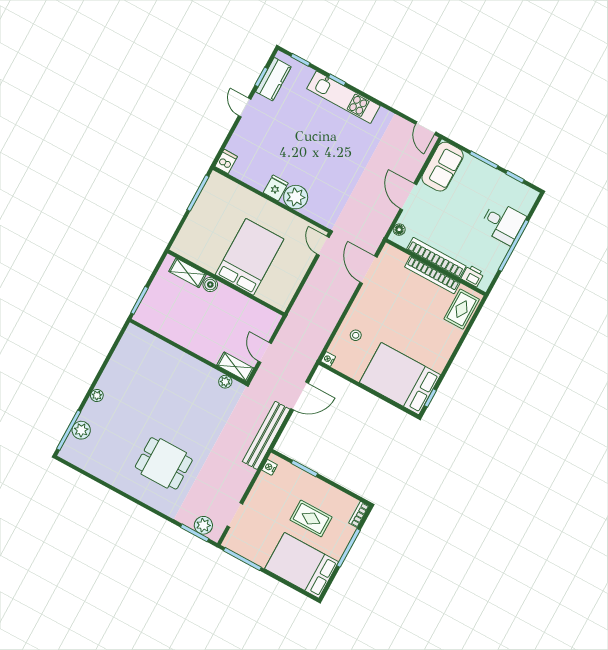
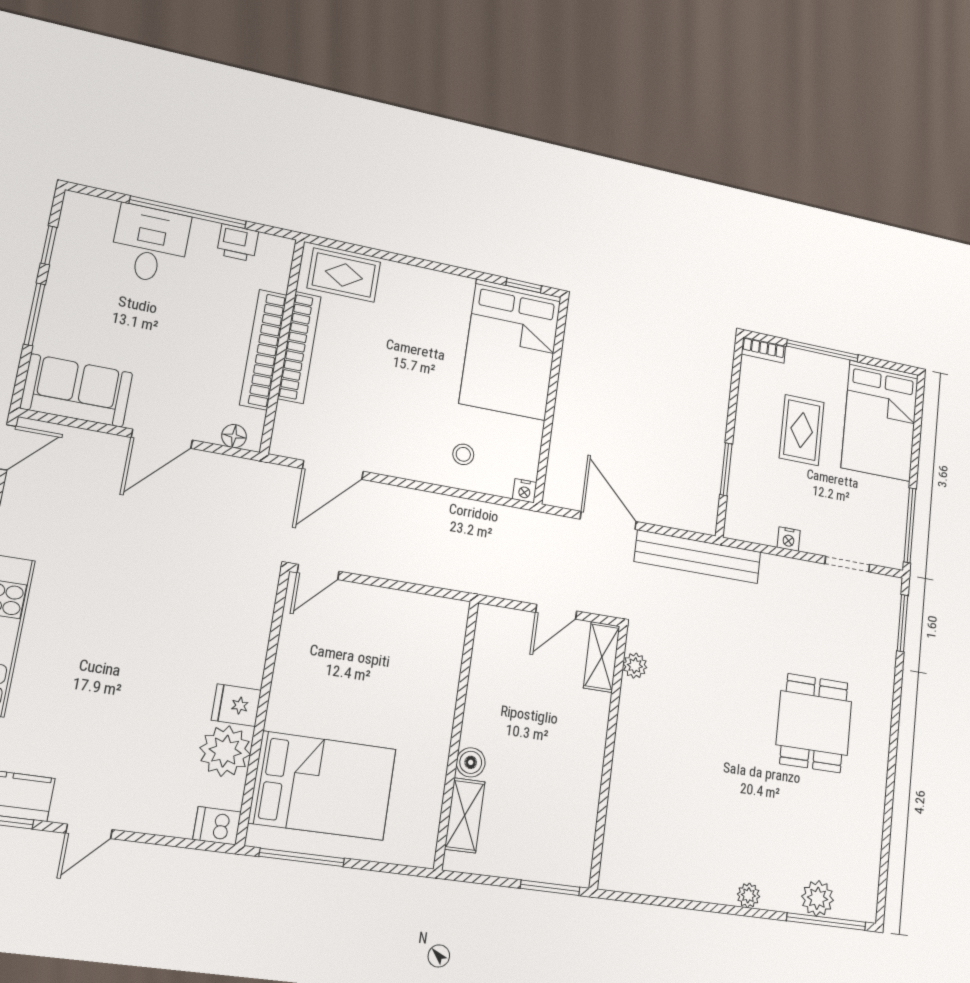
plant: (296, 197) -> (225, 751), moved
bed: (250, 257) -> (323, 786), moved, turned 180
printer: (473, 276) -> (238, 243), moved, turned -90
nightstand: (270, 467) -> (789, 539), moved
plant: (203, 525) -> (885, 613), removed

